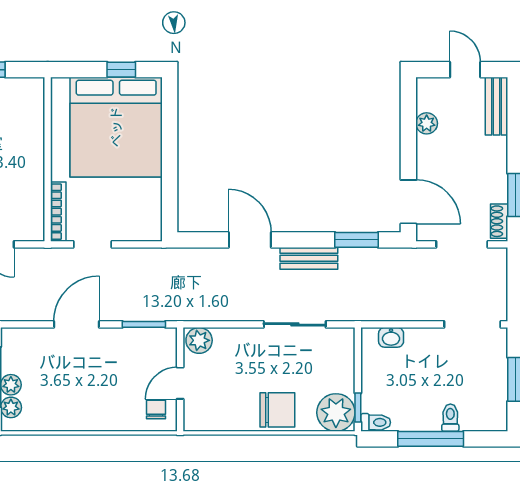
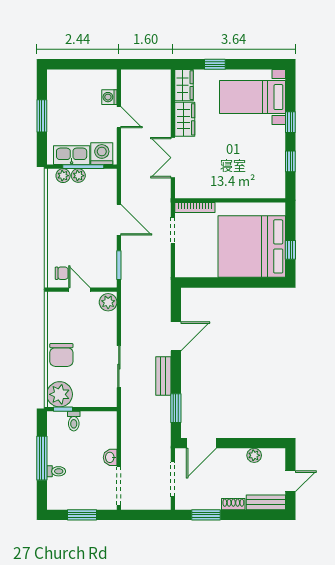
shoe rack: (499, 221) -> (233, 504), moved
washbasin: (391, 337) -> (110, 457), moved
toilet: (376, 422) -> (74, 421), moved

